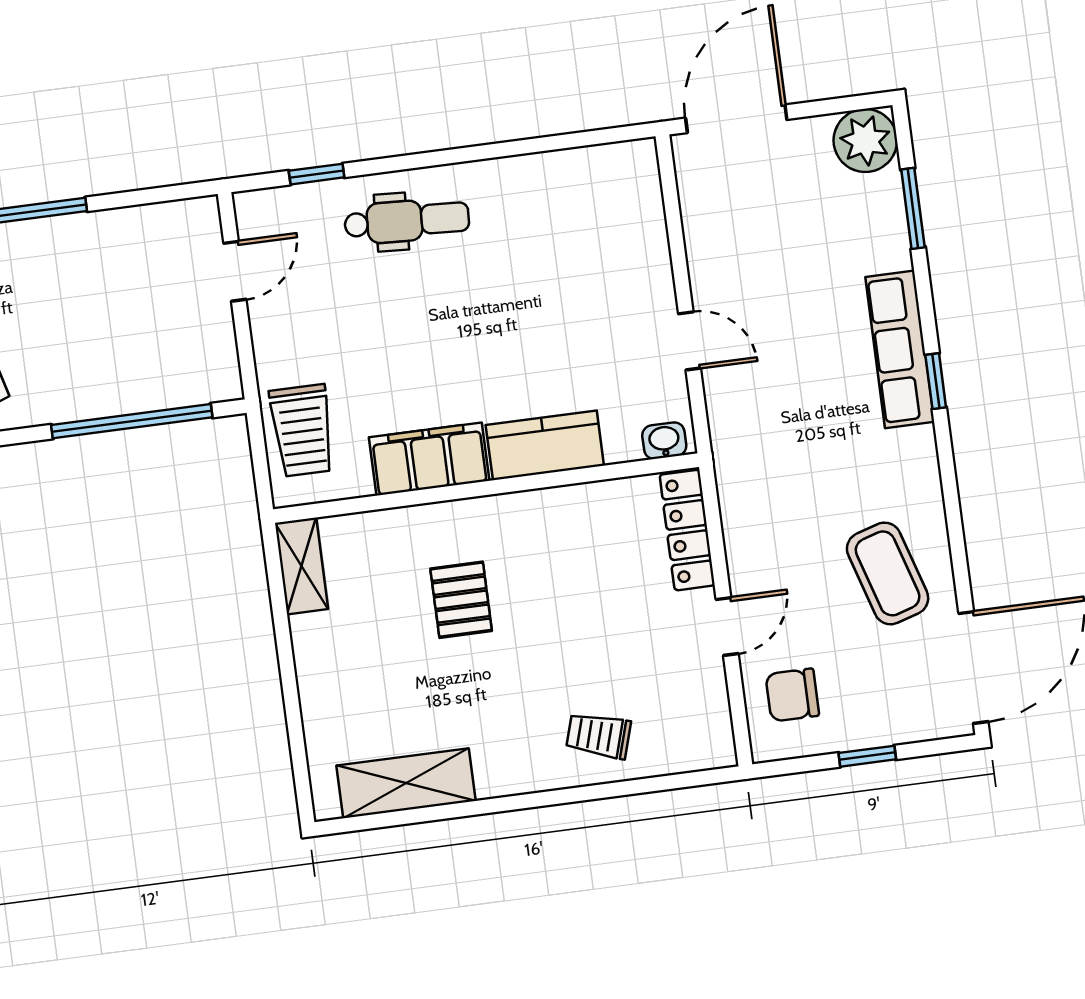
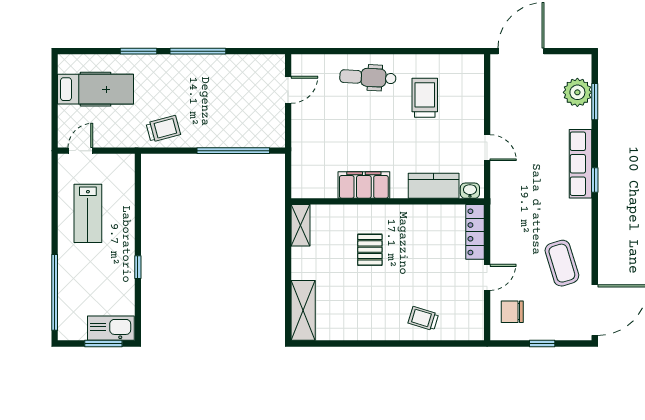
plant: (865, 141) -> (577, 92), moved
window: (317, 174) -> (330, 51), removed
dental chair: (407, 221) -> (368, 77), turned 180
trolley: (302, 430) -> (425, 98), moved, turned 180
kitchen counter: (545, 445) -> (434, 186), moved
shelving: (406, 783) -> (303, 310), moved, turned 90

